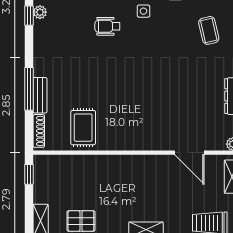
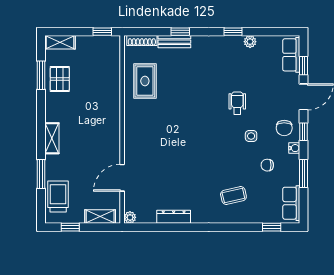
window: (29, 16) -> (233, 32), moved
window: (29, 89) -> (180, 32), width x0.46
rug: (83, 128) -> (145, 81), turned 90

